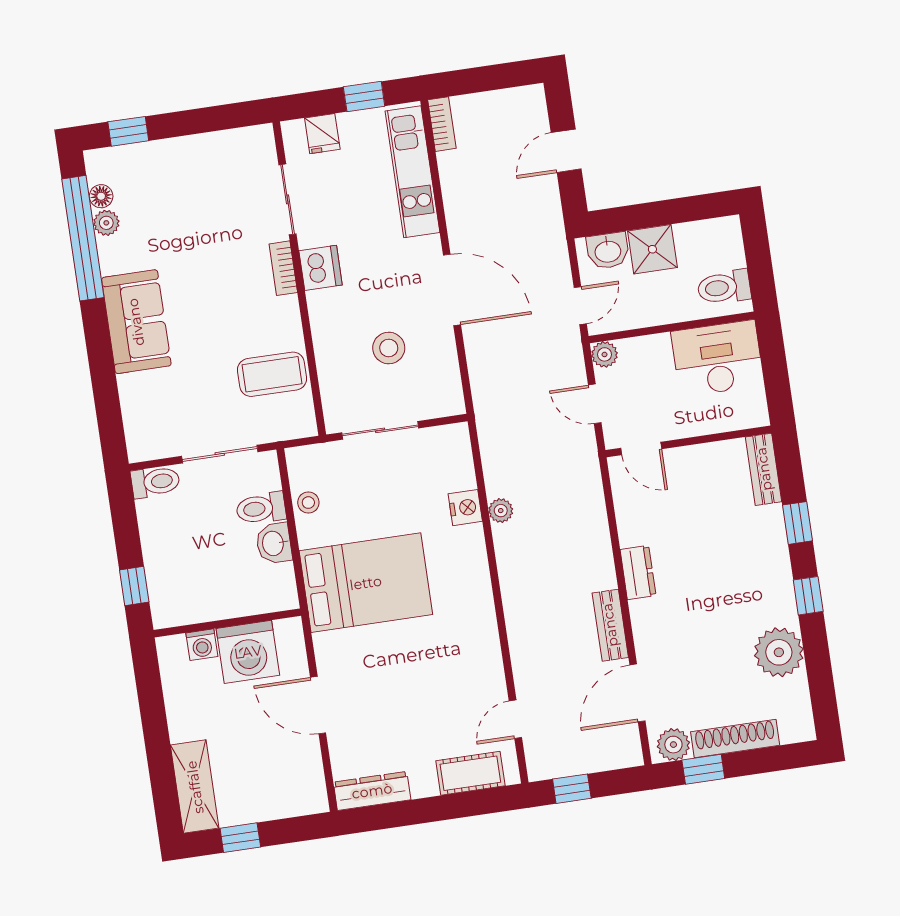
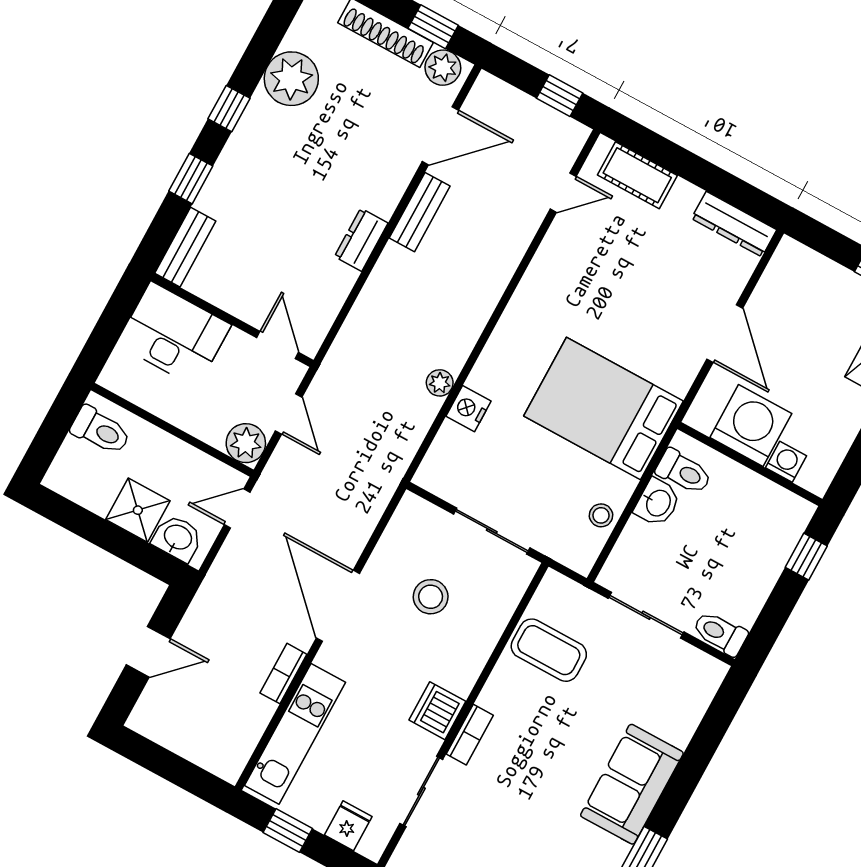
bookcase: (442, 124) -> (283, 674), moved
plant: (604, 354) -> (246, 443), width x1.38, depth x1.38
desk: (718, 358) -> (174, 334), moved, turned 180
toilet: (261, 508) -> (684, 472), moved

